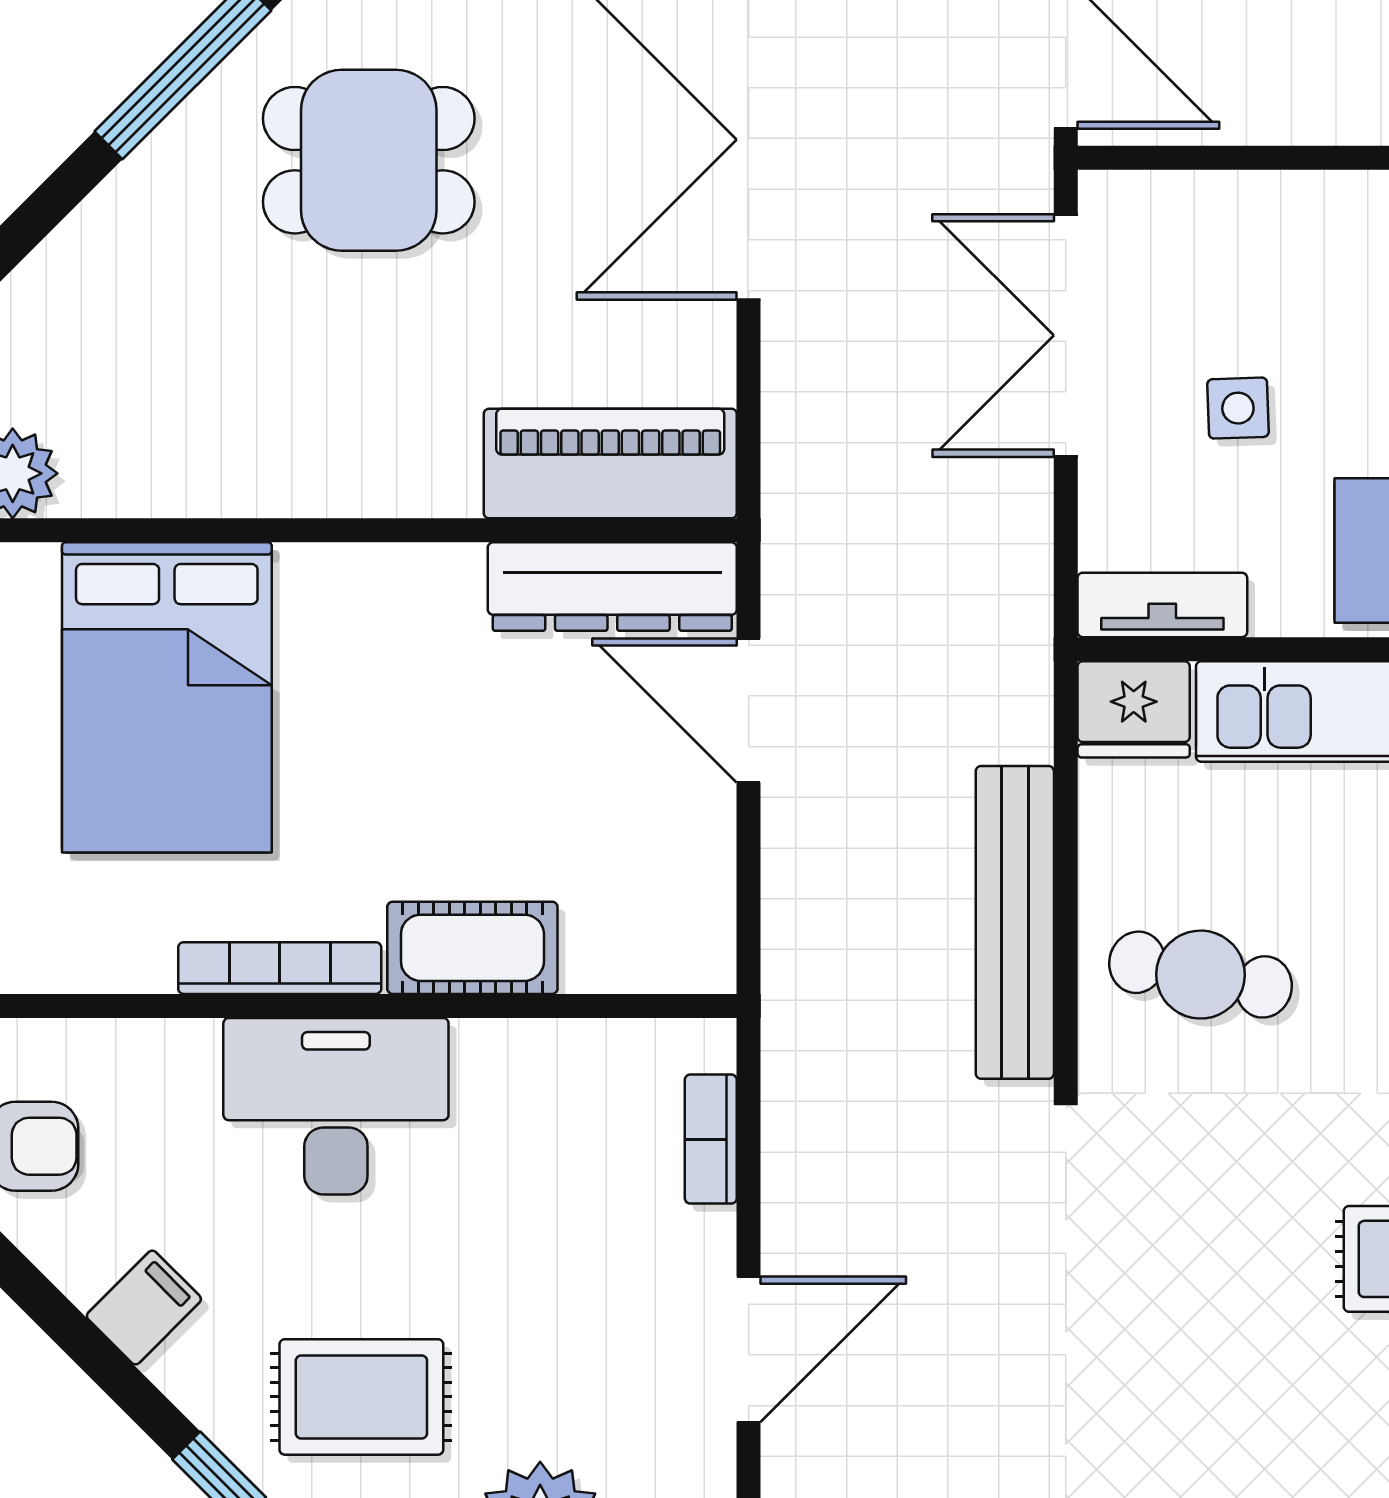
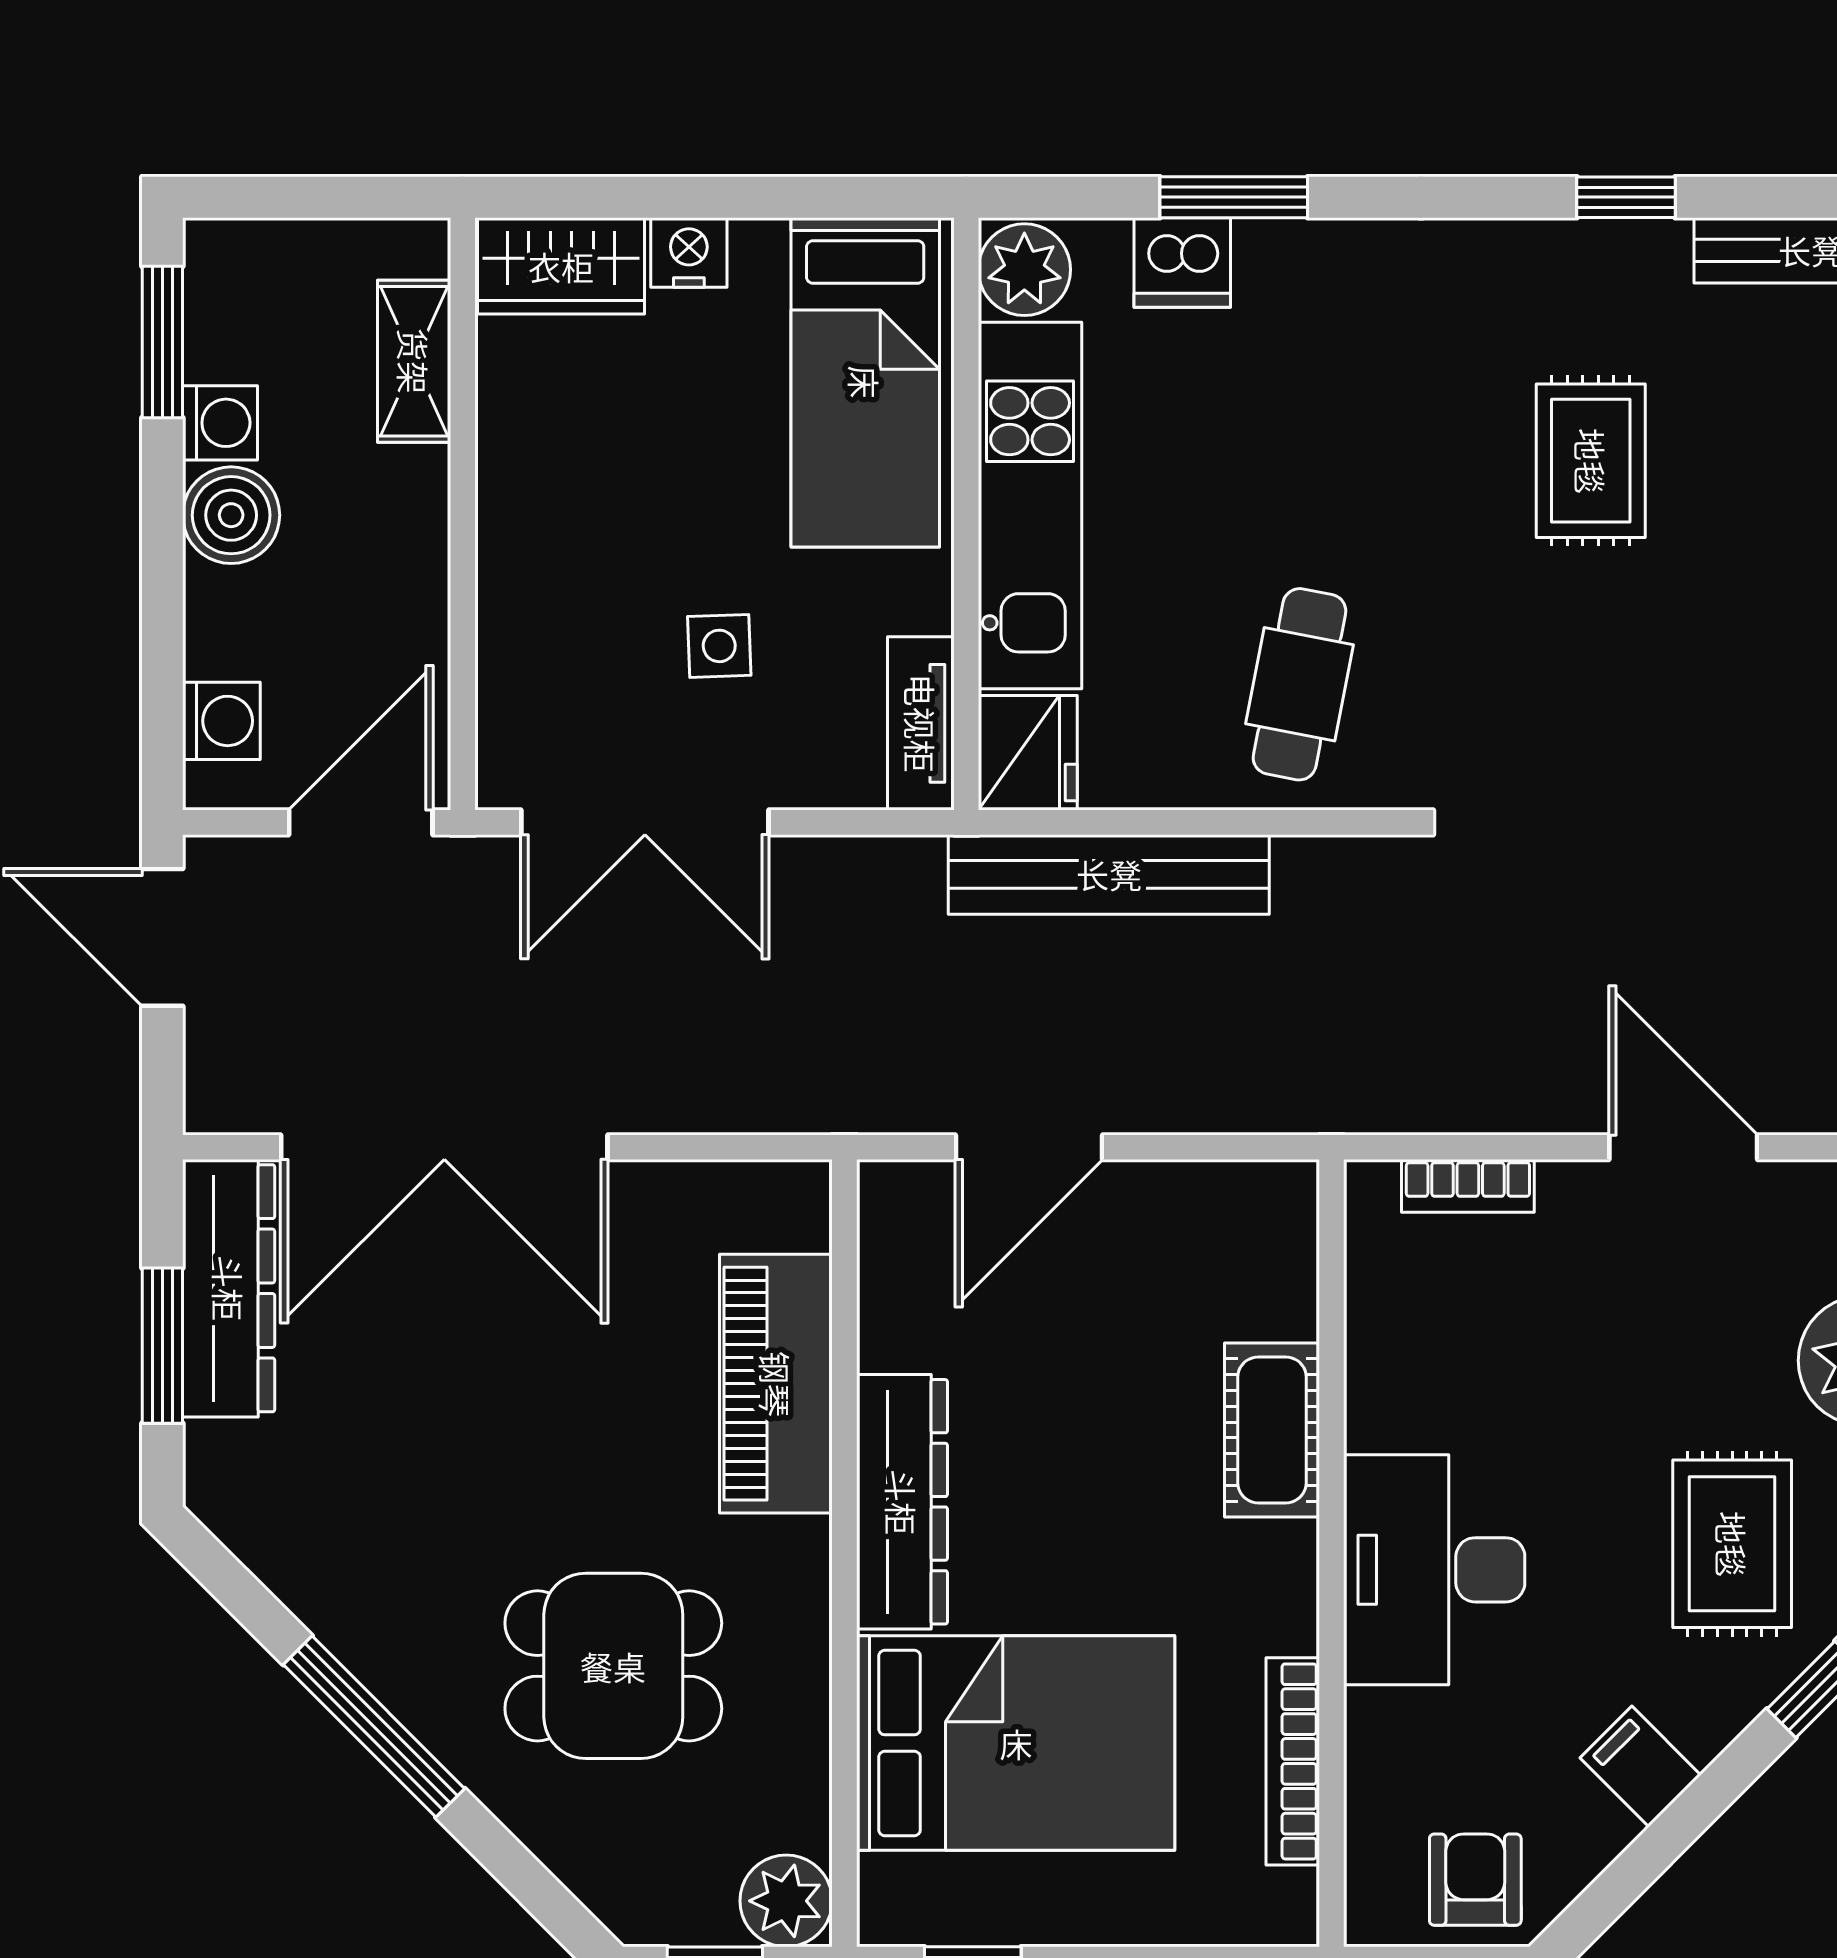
dining table: (369, 160) -> (613, 1666), moved, turned 90
piano: (610, 463) -> (776, 1384), moved
dresser: (612, 587) -> (902, 1502), moved
bench: (1015, 922) -> (1109, 874), moved
bookcase: (280, 968) -> (1293, 1761), moved

